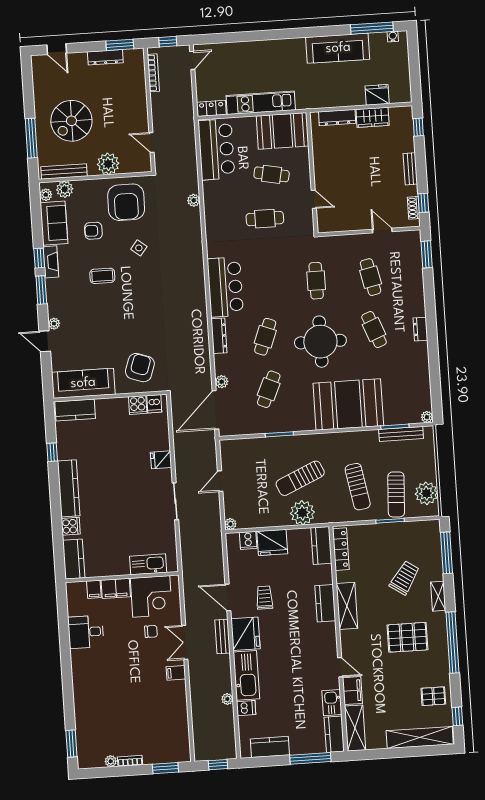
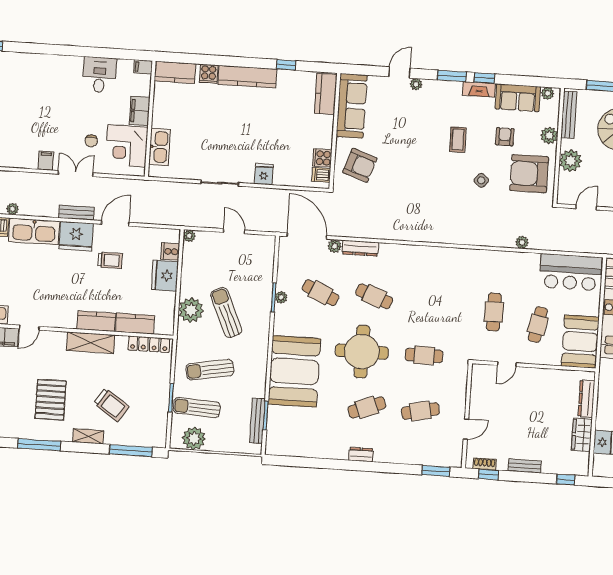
plant: (65, 189) -> (549, 135), moved
bar counter: (225, 287) -> (430, 263), removed
dresser: (219, 336) -> (360, 248), moved
plant: (427, 417) -> (281, 297), moved
kitchen counter: (321, 545) -> (135, 324), moved
filing cabinet: (94, 589) -> (143, 67), moved
window: (452, 643) -> (39, 445), width x0.68

